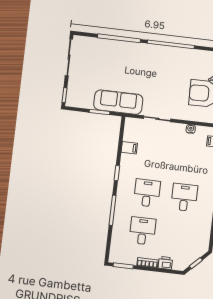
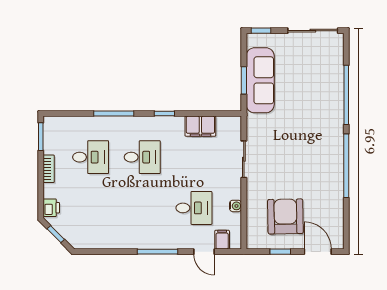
sofa: (118, 102) -> (260, 80), moved
filing cabinet: (129, 148) -> (200, 126), width x2.00
desk: (184, 197) -> (194, 208), moved
printer: (165, 263) -> (51, 208), moved

